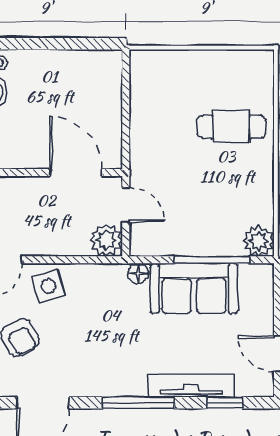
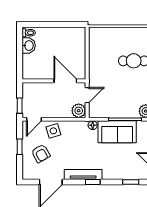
door: (126, 205) -> (87, 95), hinge flipped
tv unit: (191, 385) -> (83, 174), moved
window: (138, 403) -> (93, 182), width x0.46

